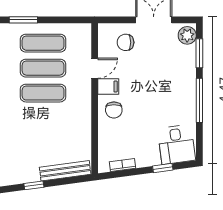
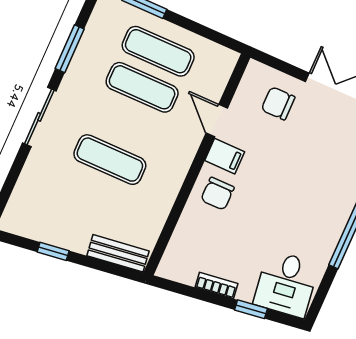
door: (95, 68) -> (217, 121), swing flipped
exercise mat: (43, 93) -> (110, 160), moved
bookcase: (122, 165) -> (216, 285), moved
bench: (65, 171) -> (118, 253), width x0.73

